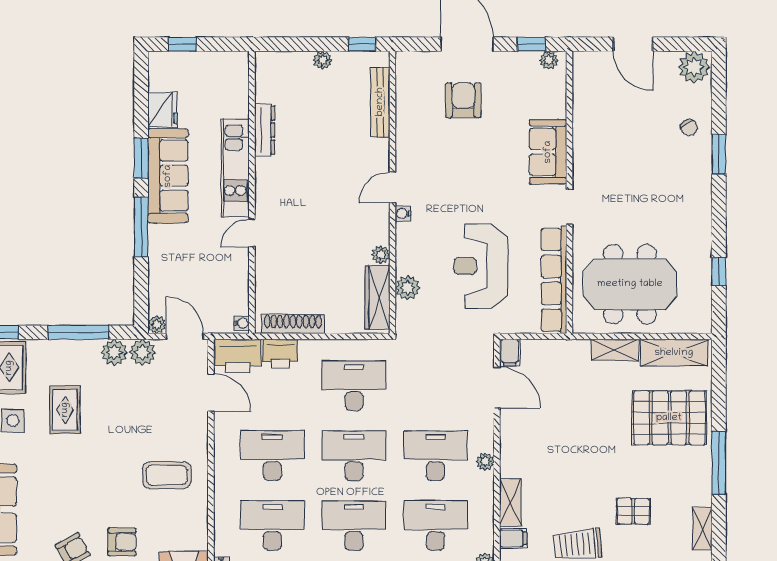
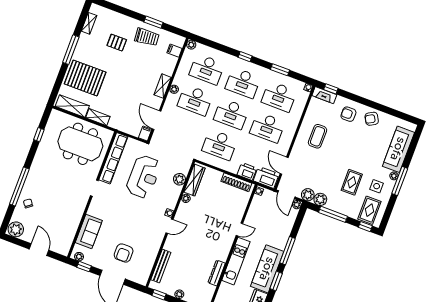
sofa: (548, 152) -> (89, 231), moved
window: (719, 154) -> (19, 186), width x2.11
coffee table: (167, 475) -> (318, 136), turned 90
shelving: (510, 503) -> (163, 86), moved

